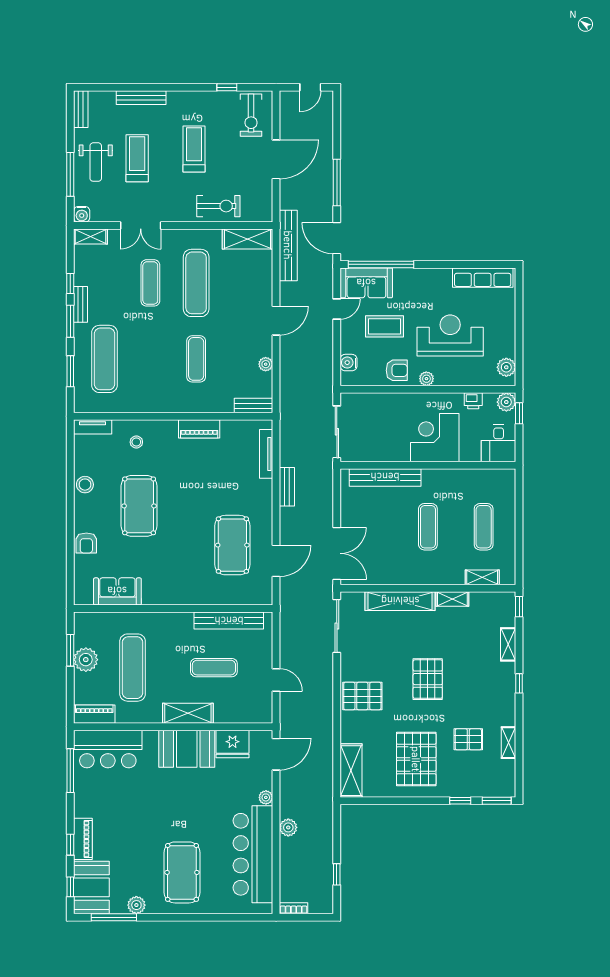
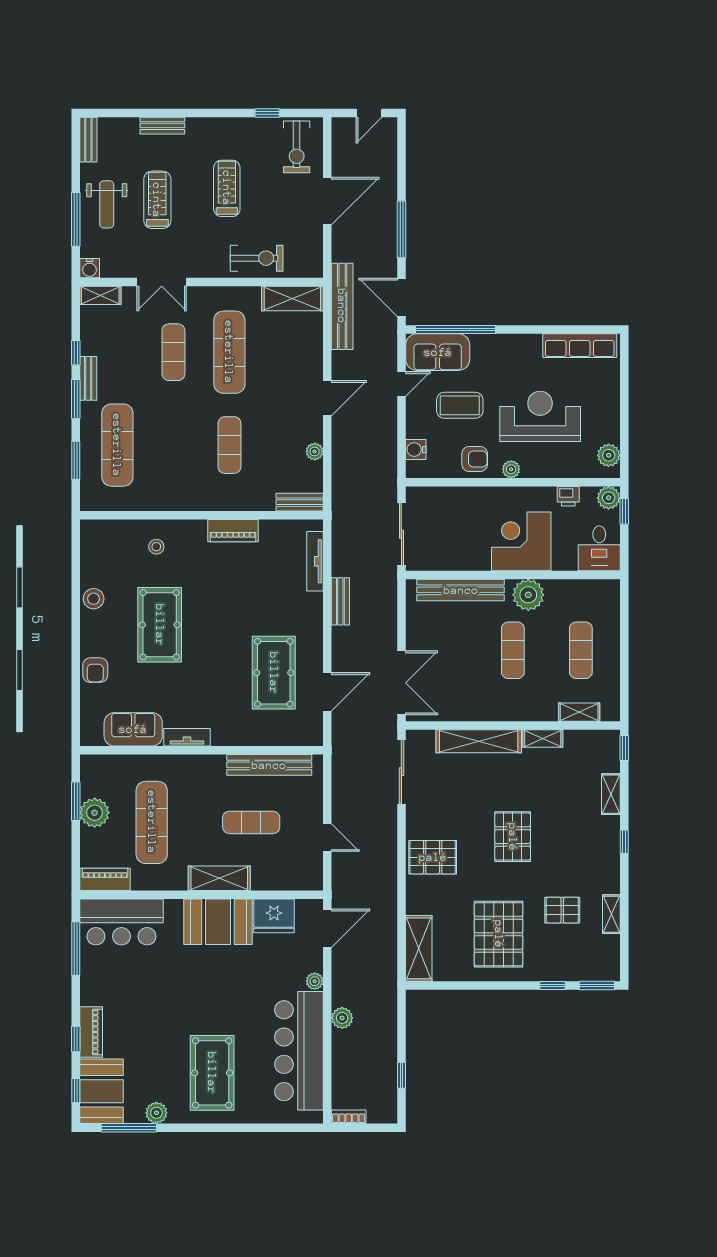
bench: (141, 98) -> (162, 126), width x0.73
tv unit: (93, 427) -> (187, 737), moved, turned 180
plant: (441, 481) -> (528, 595), added

